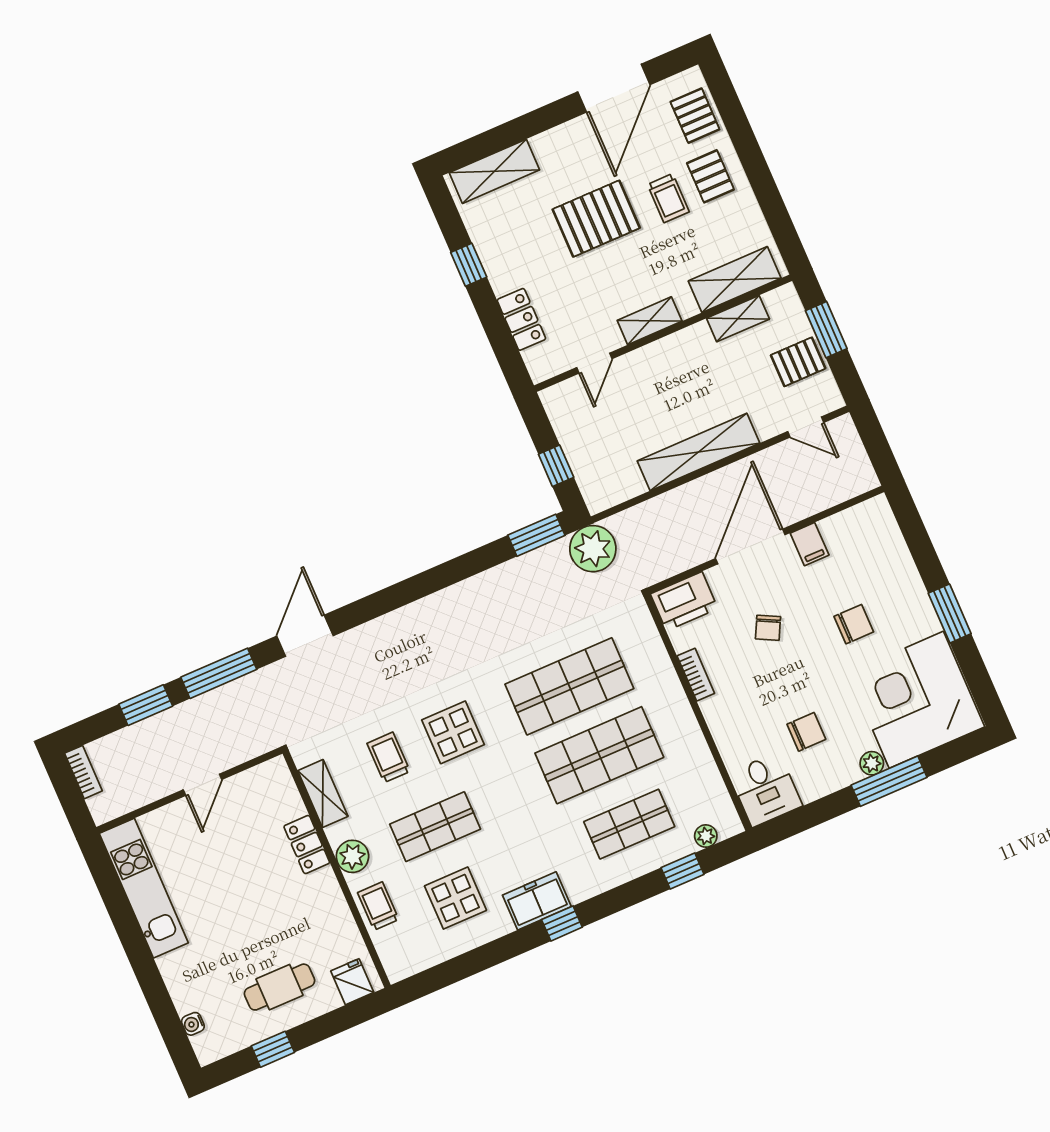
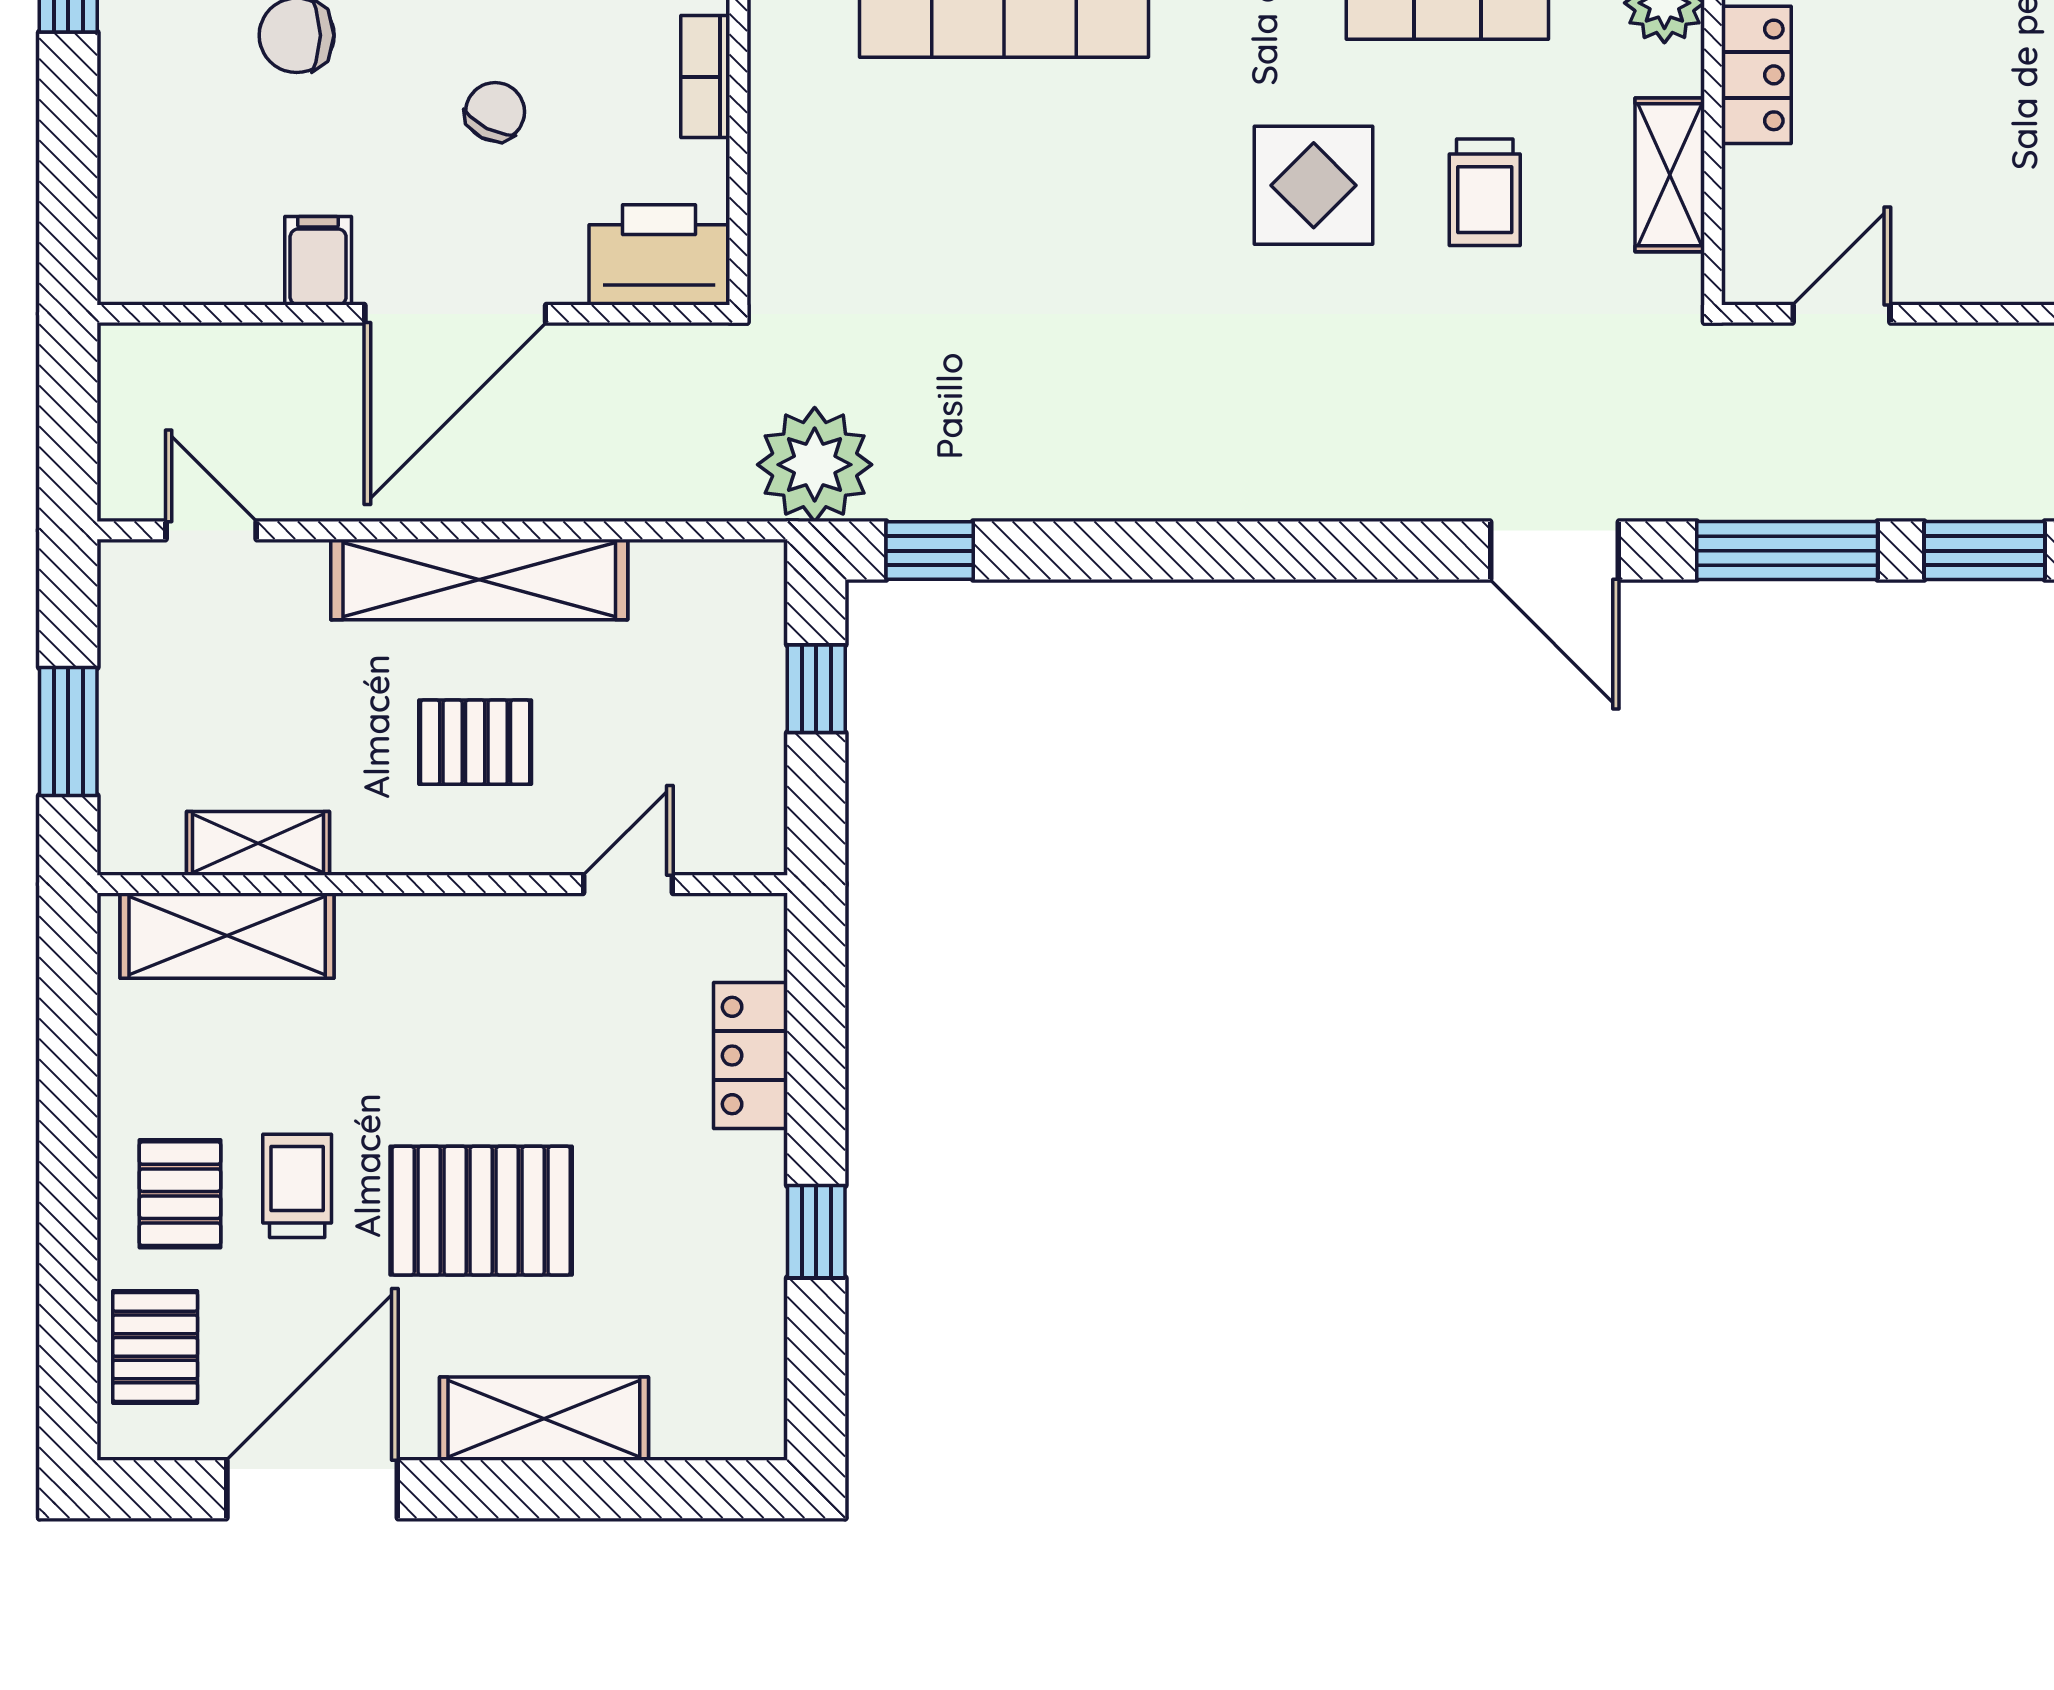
shelving: (494, 171) -> (544, 1419), moved
shelving: (650, 321) -> (461, 926), removed
pallet: (798, 362) -> (475, 742), moved
window: (536, 535) -> (930, 551), width x0.67
door: (305, 636) -> (1555, 551), hinge flipped
shop shelf: (569, 686) -> (1004, 175), removed
door: (203, 785) -> (1841, 314), moved

